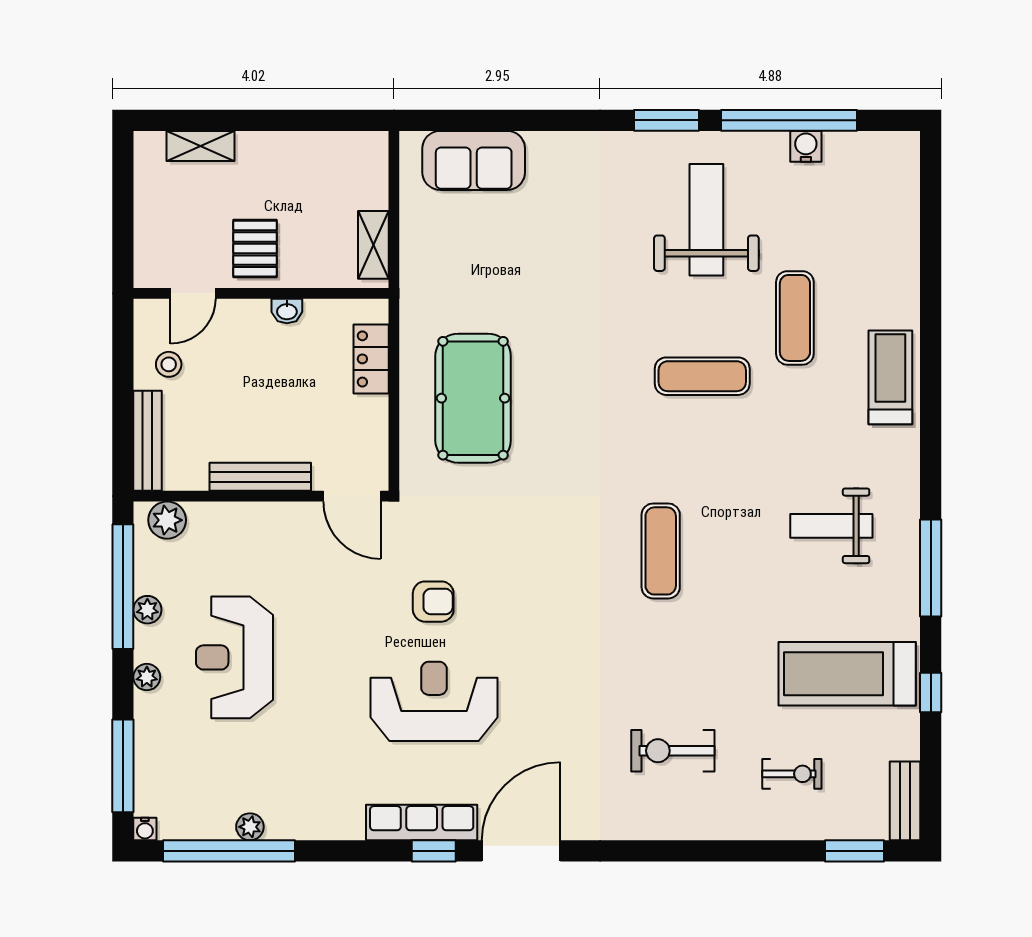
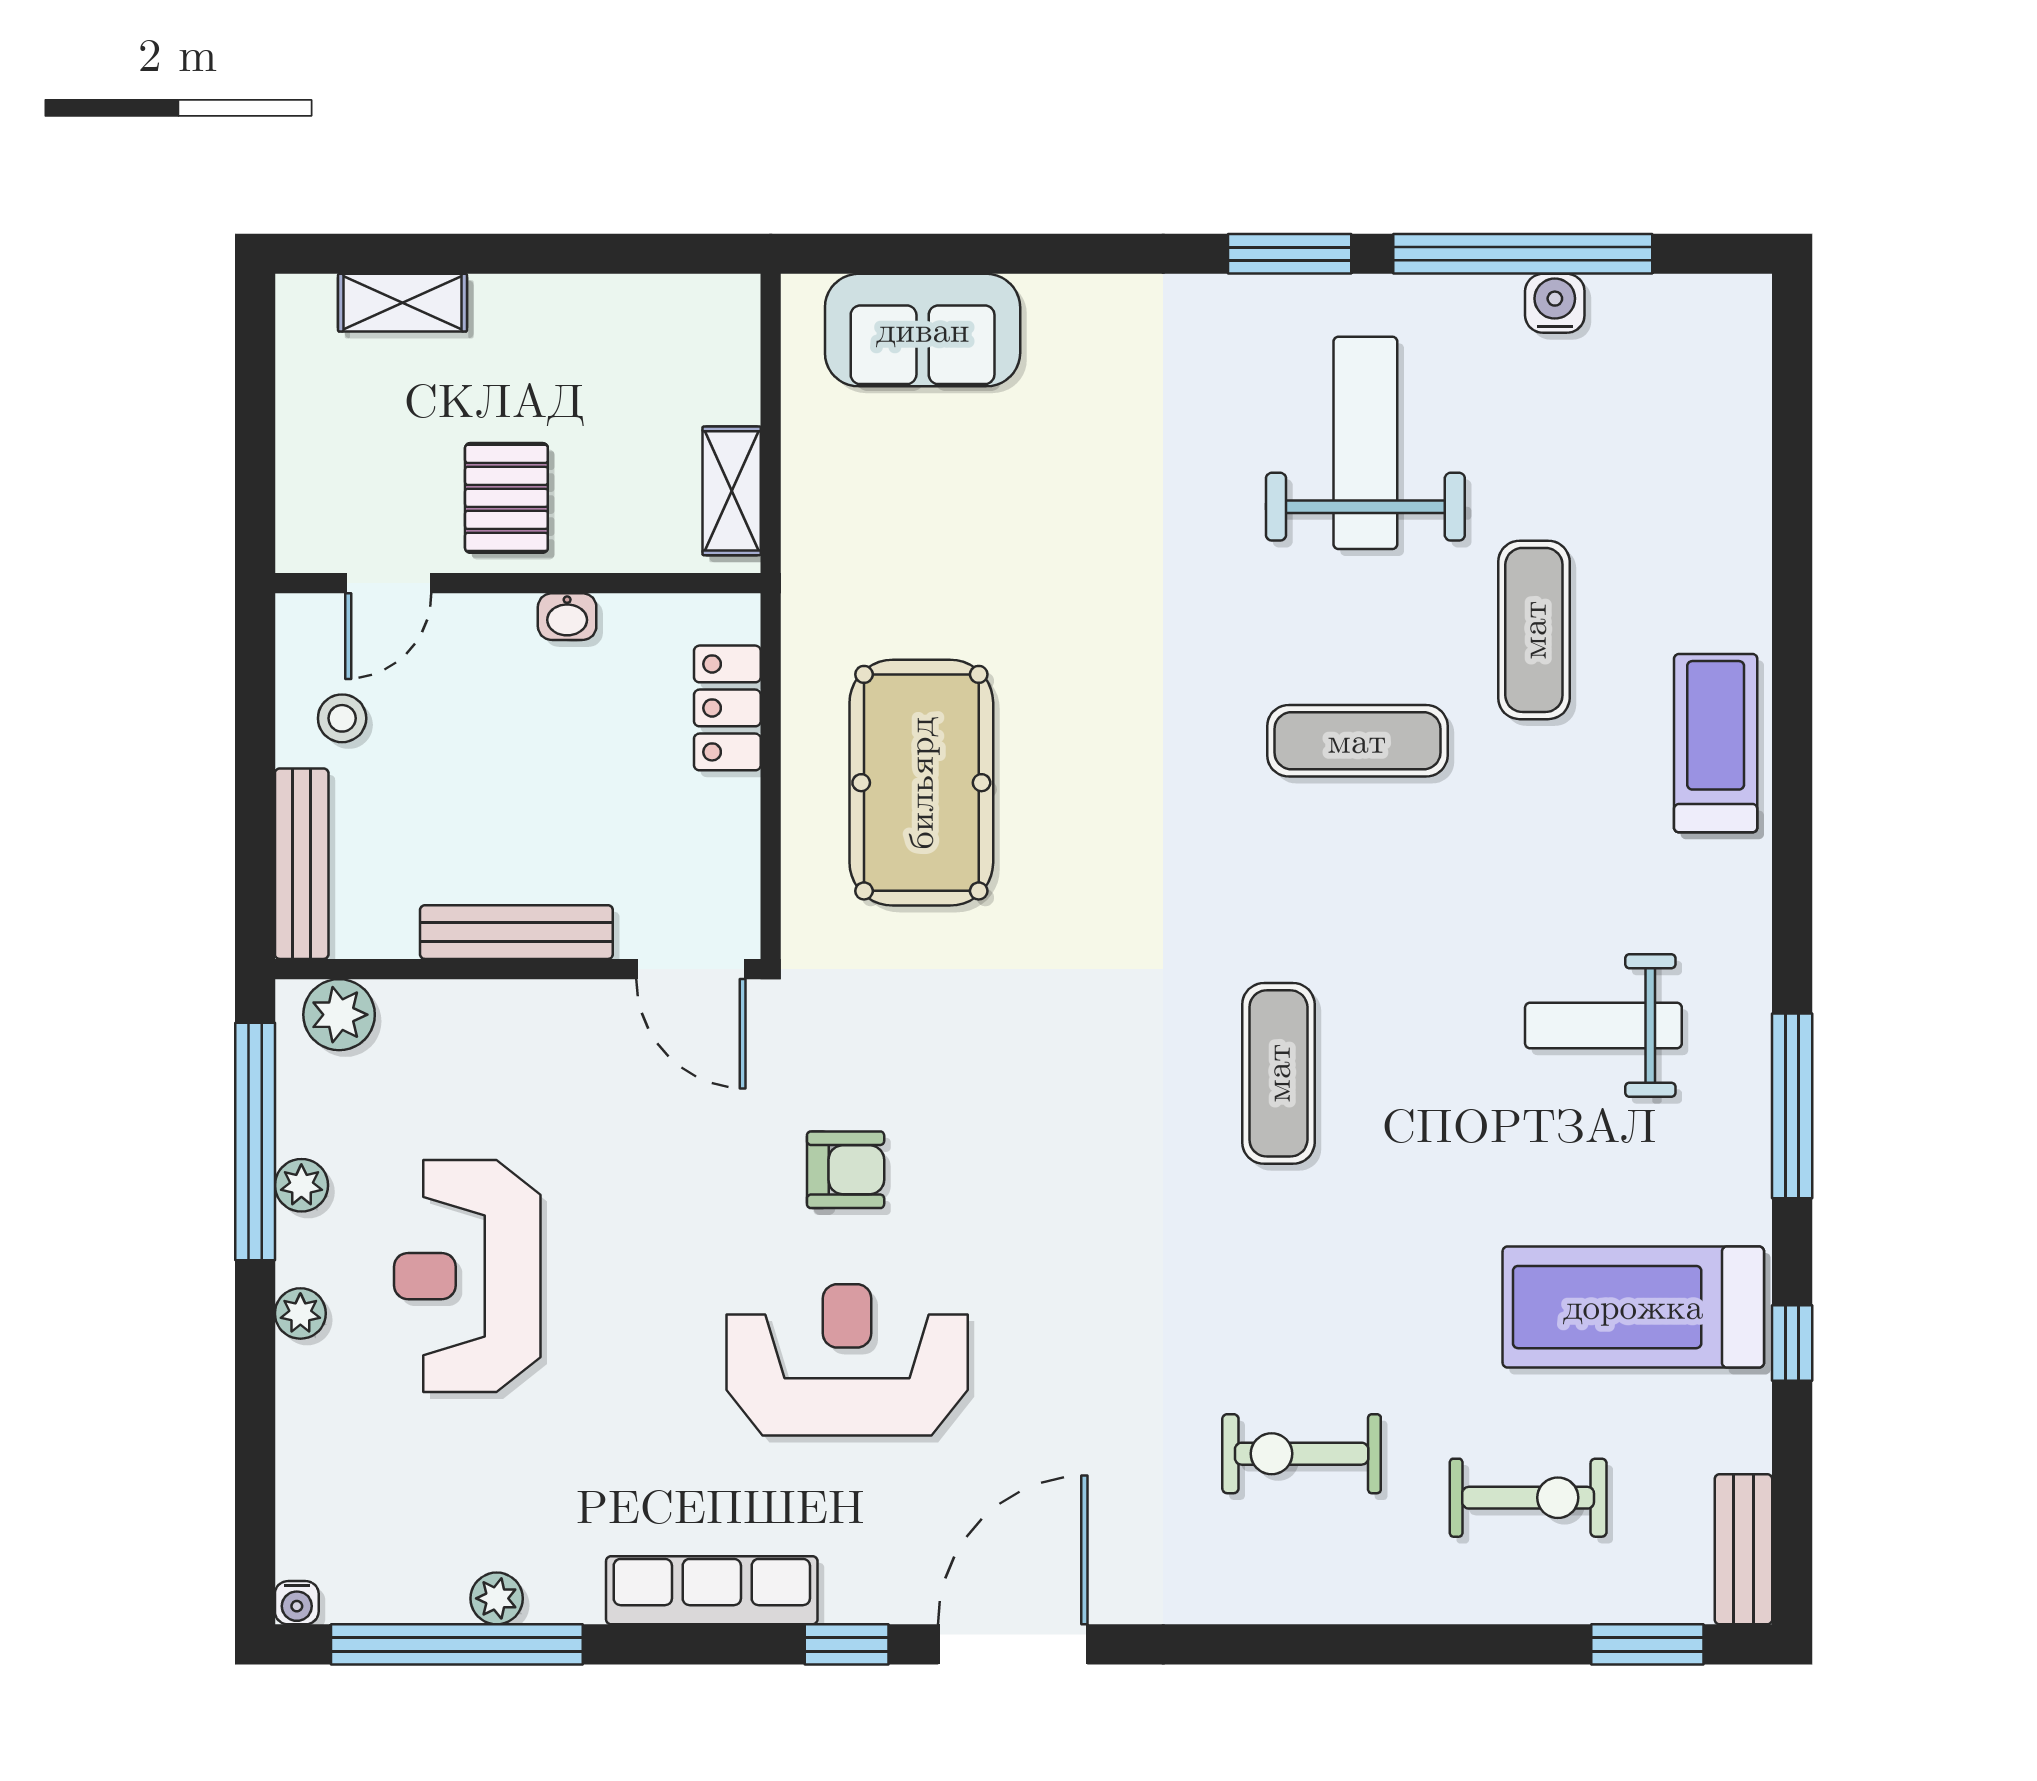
window: (123, 766) -> (255, 1483), removed
exercise bike: (792, 774) -> (1528, 1498), width x1.38, depth x1.39
row of seats: (422, 823) -> (712, 1590), moved

